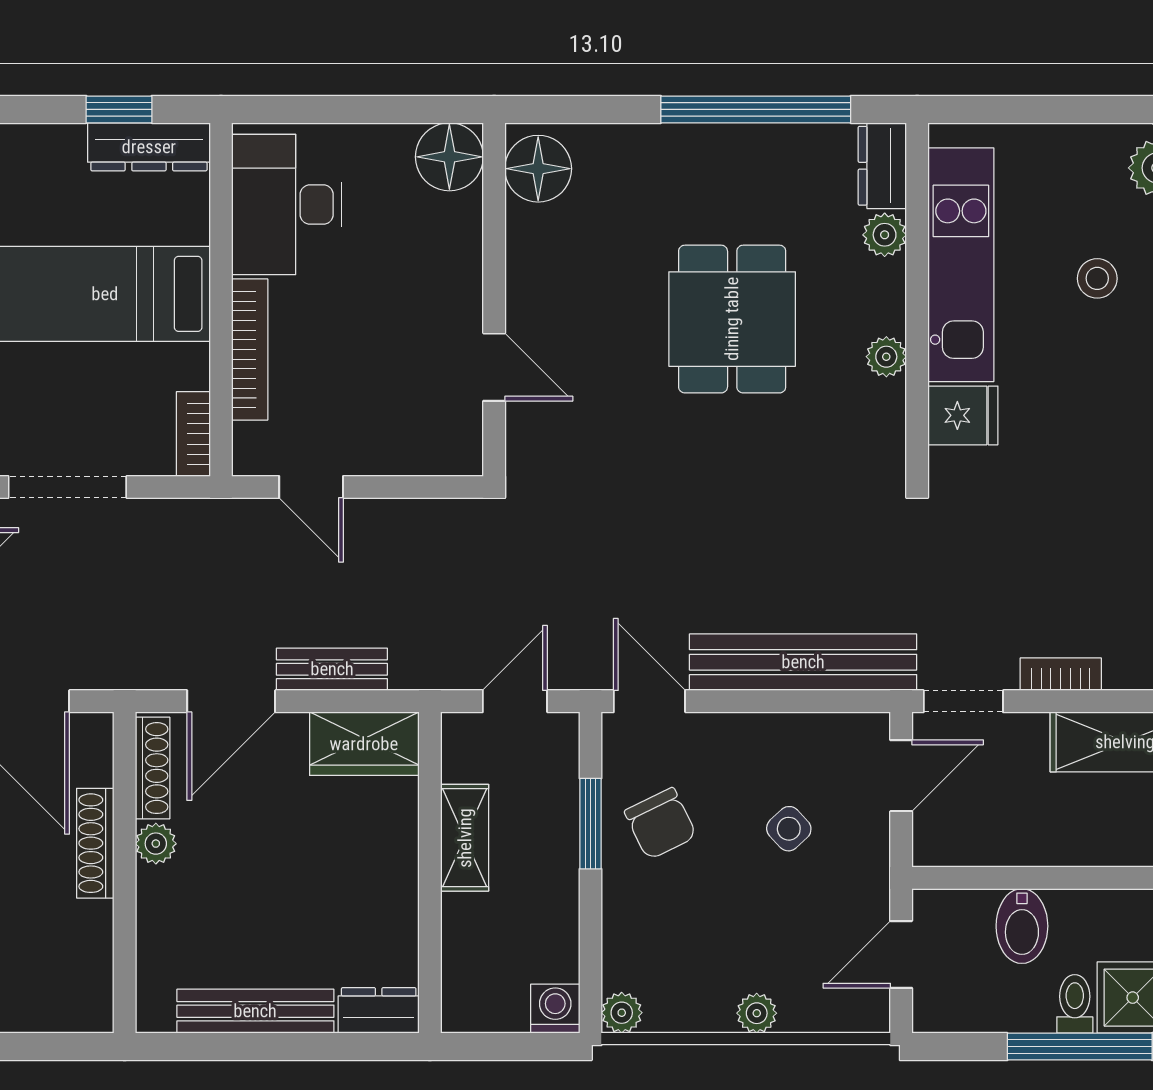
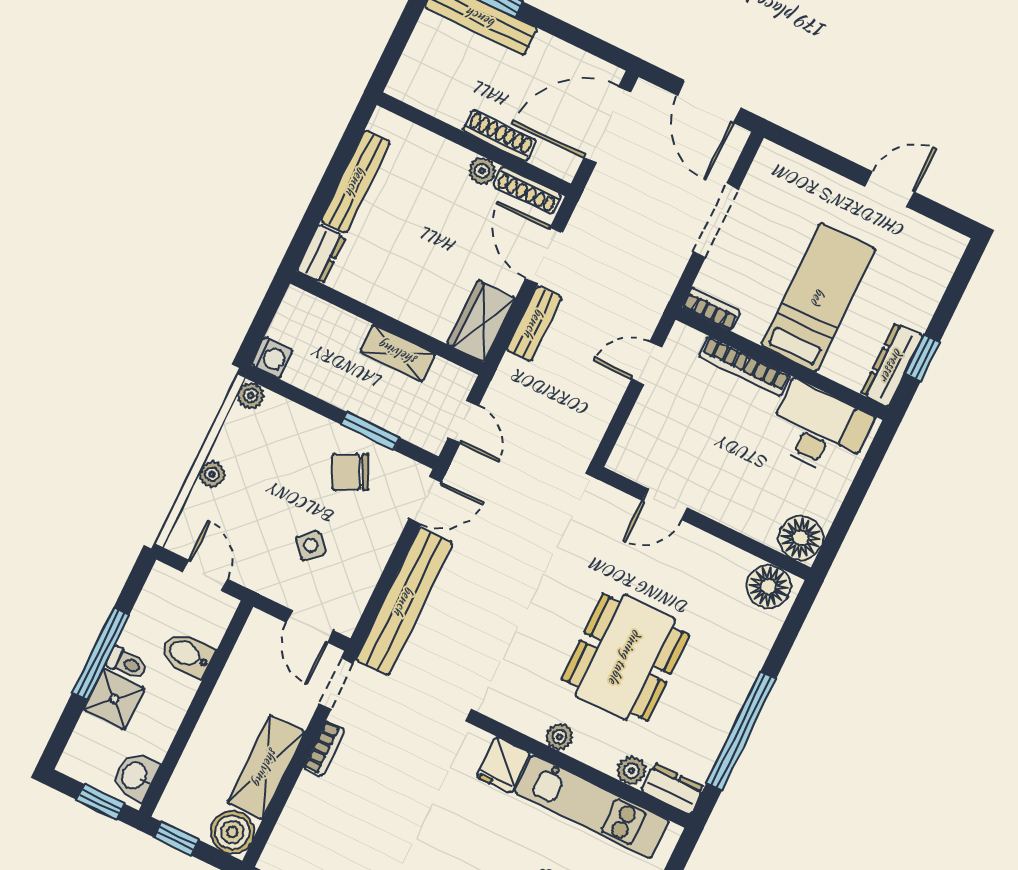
dining table: (732, 319) -> (625, 657), width x1.38

